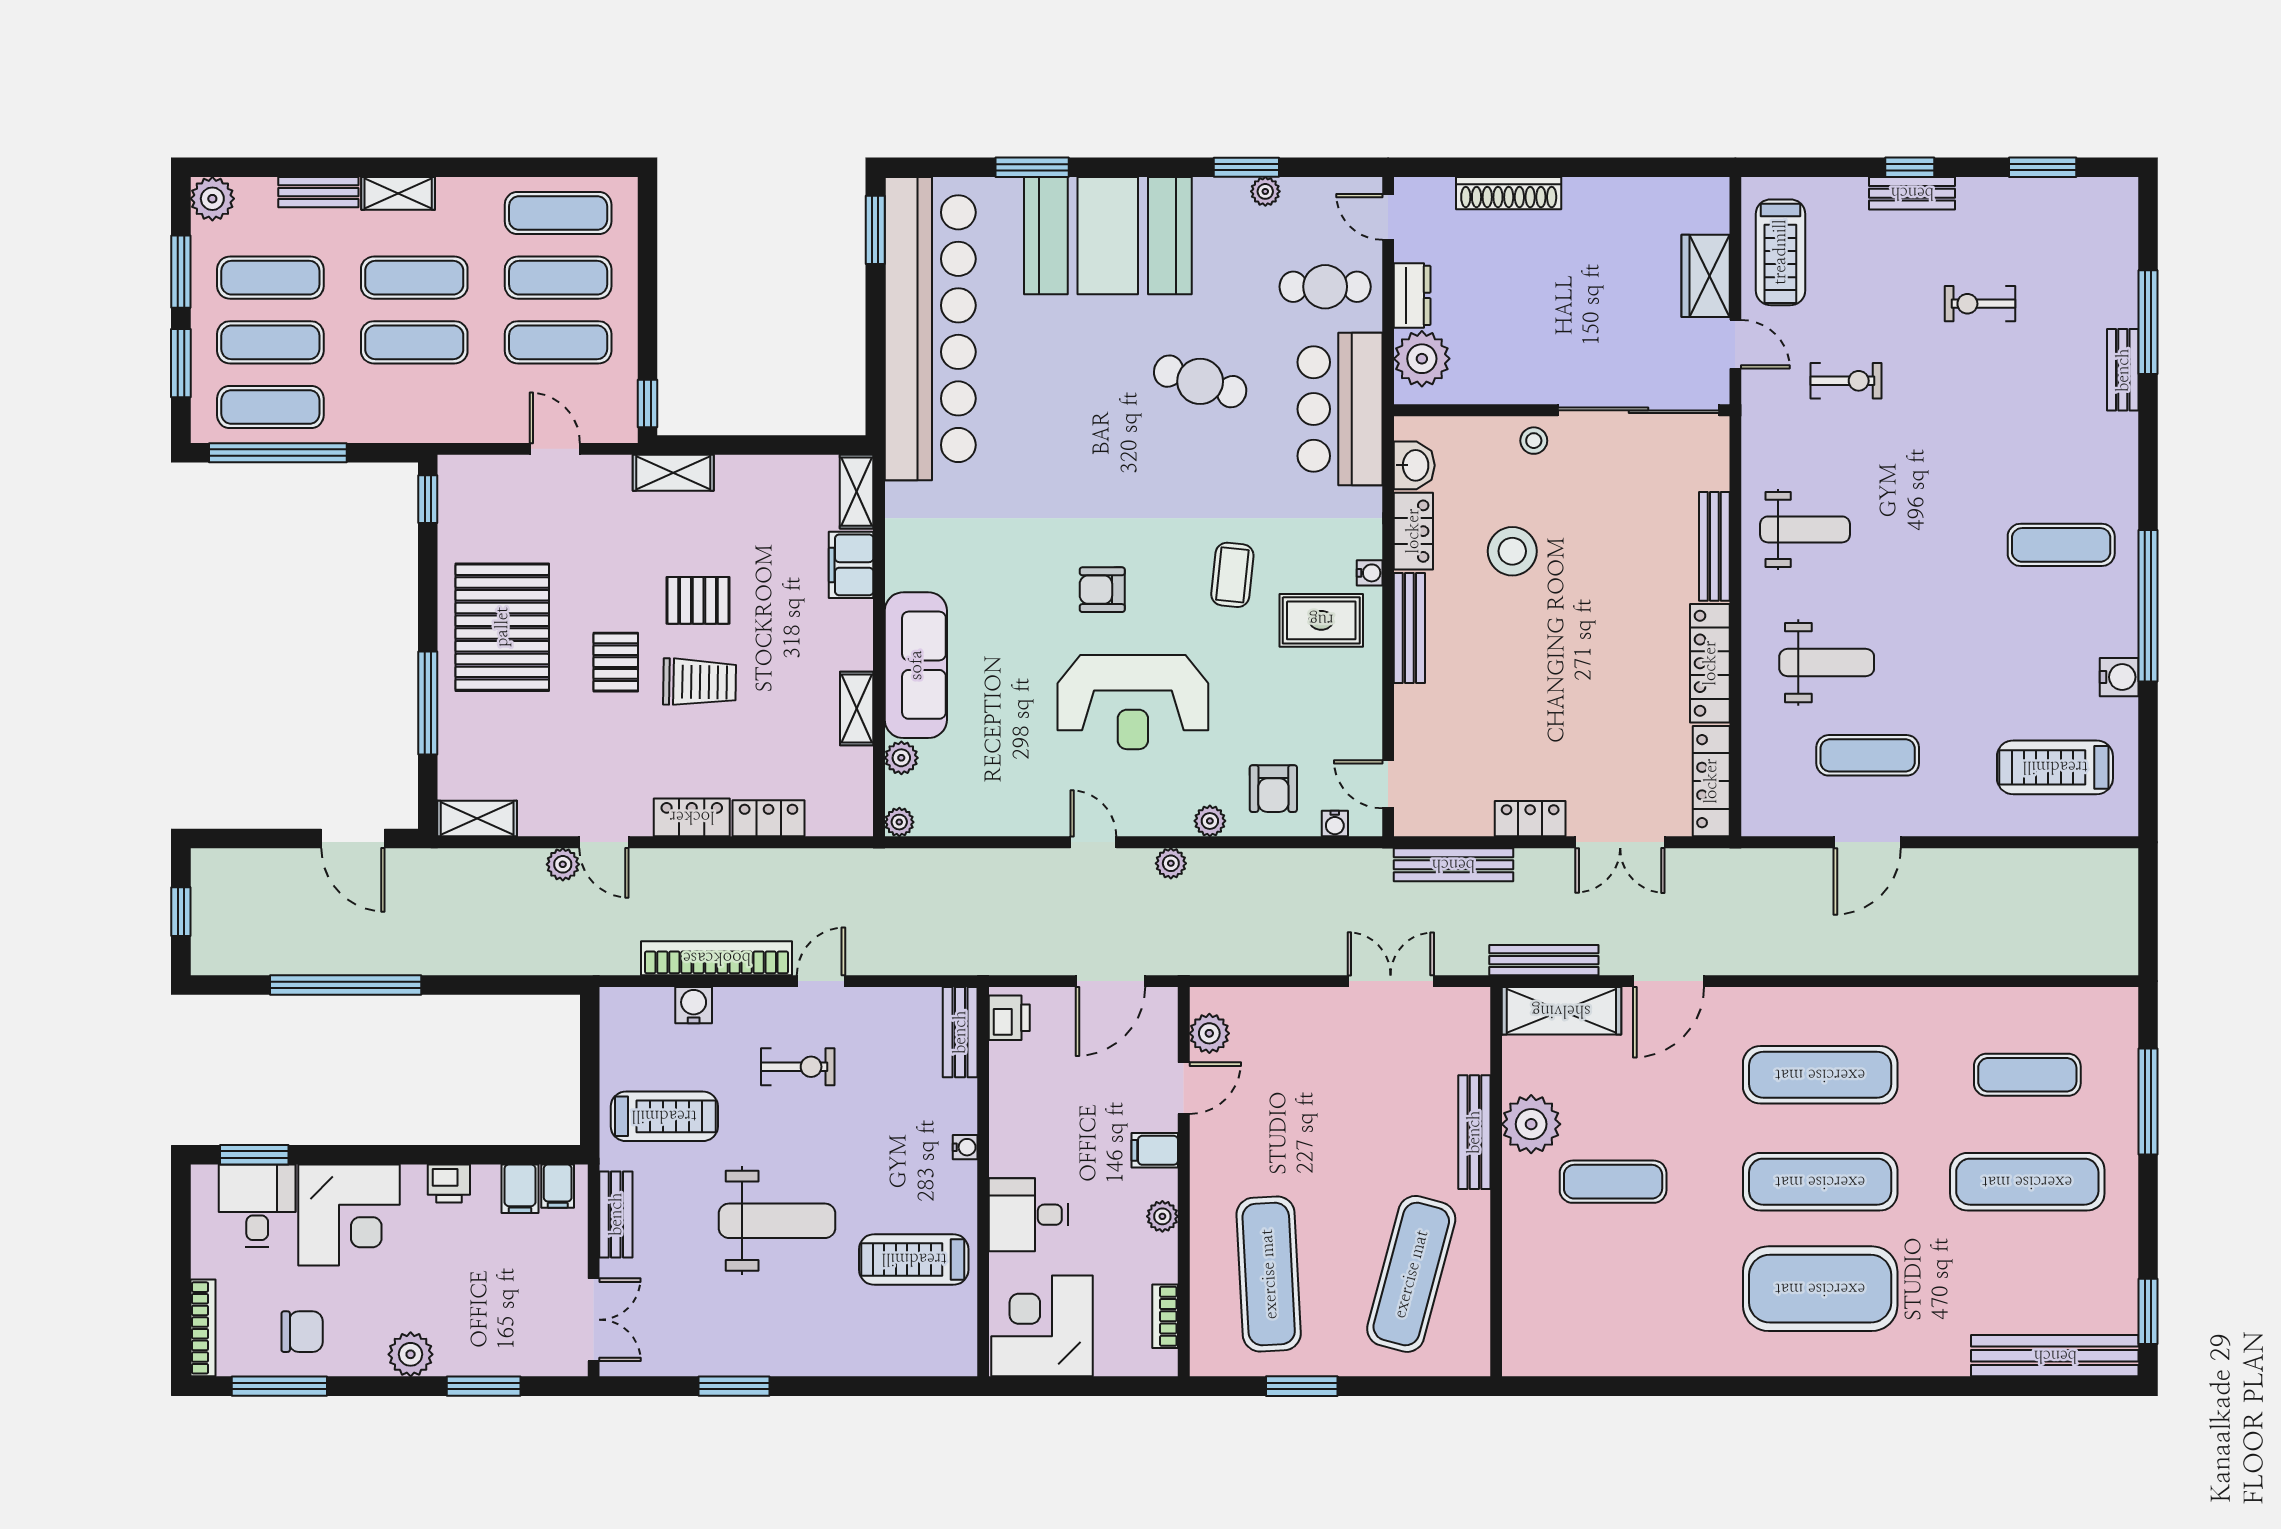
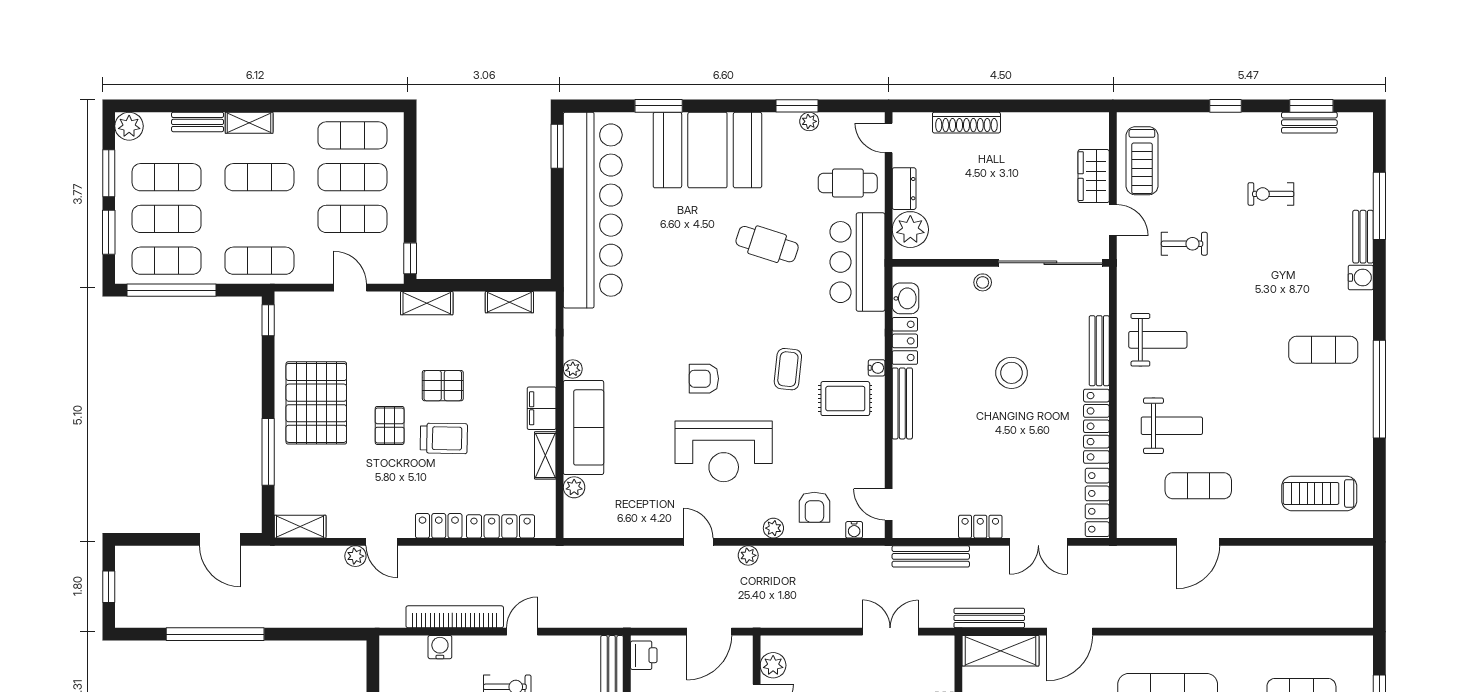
bench: (1912, 193) -> (1309, 123), moved
exercise mat: (414, 342) -> (259, 261), moved
shelving: (857, 492) -> (509, 302), moved, turned 90
stool: (1512, 551) -> (1012, 373), moved
filing cabinet: (851, 565) -> (542, 408), moved
water cooler: (2119, 677) -> (1361, 278), moved
locker: (769, 818) -> (501, 526), width x1.53
plant: (899, 822) -> (573, 369), moved

